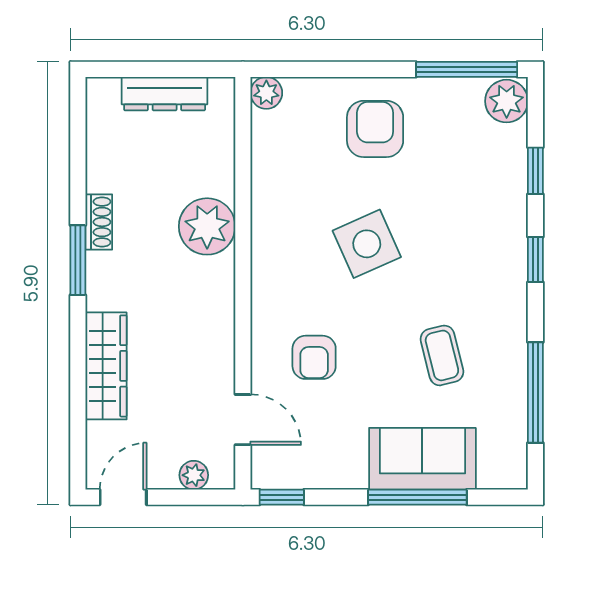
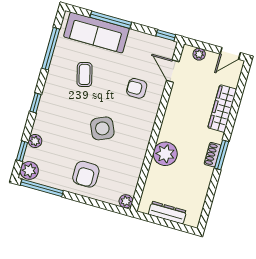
window: (535, 171) -> (22, 151), moved
plant: (512, 172) -> (35, 141), added
shoe rack: (99, 222) -> (213, 155), moved
armchair: (314, 357) -> (137, 88), turned -90
sofa: (422, 459) -> (96, 33), width x1.36

